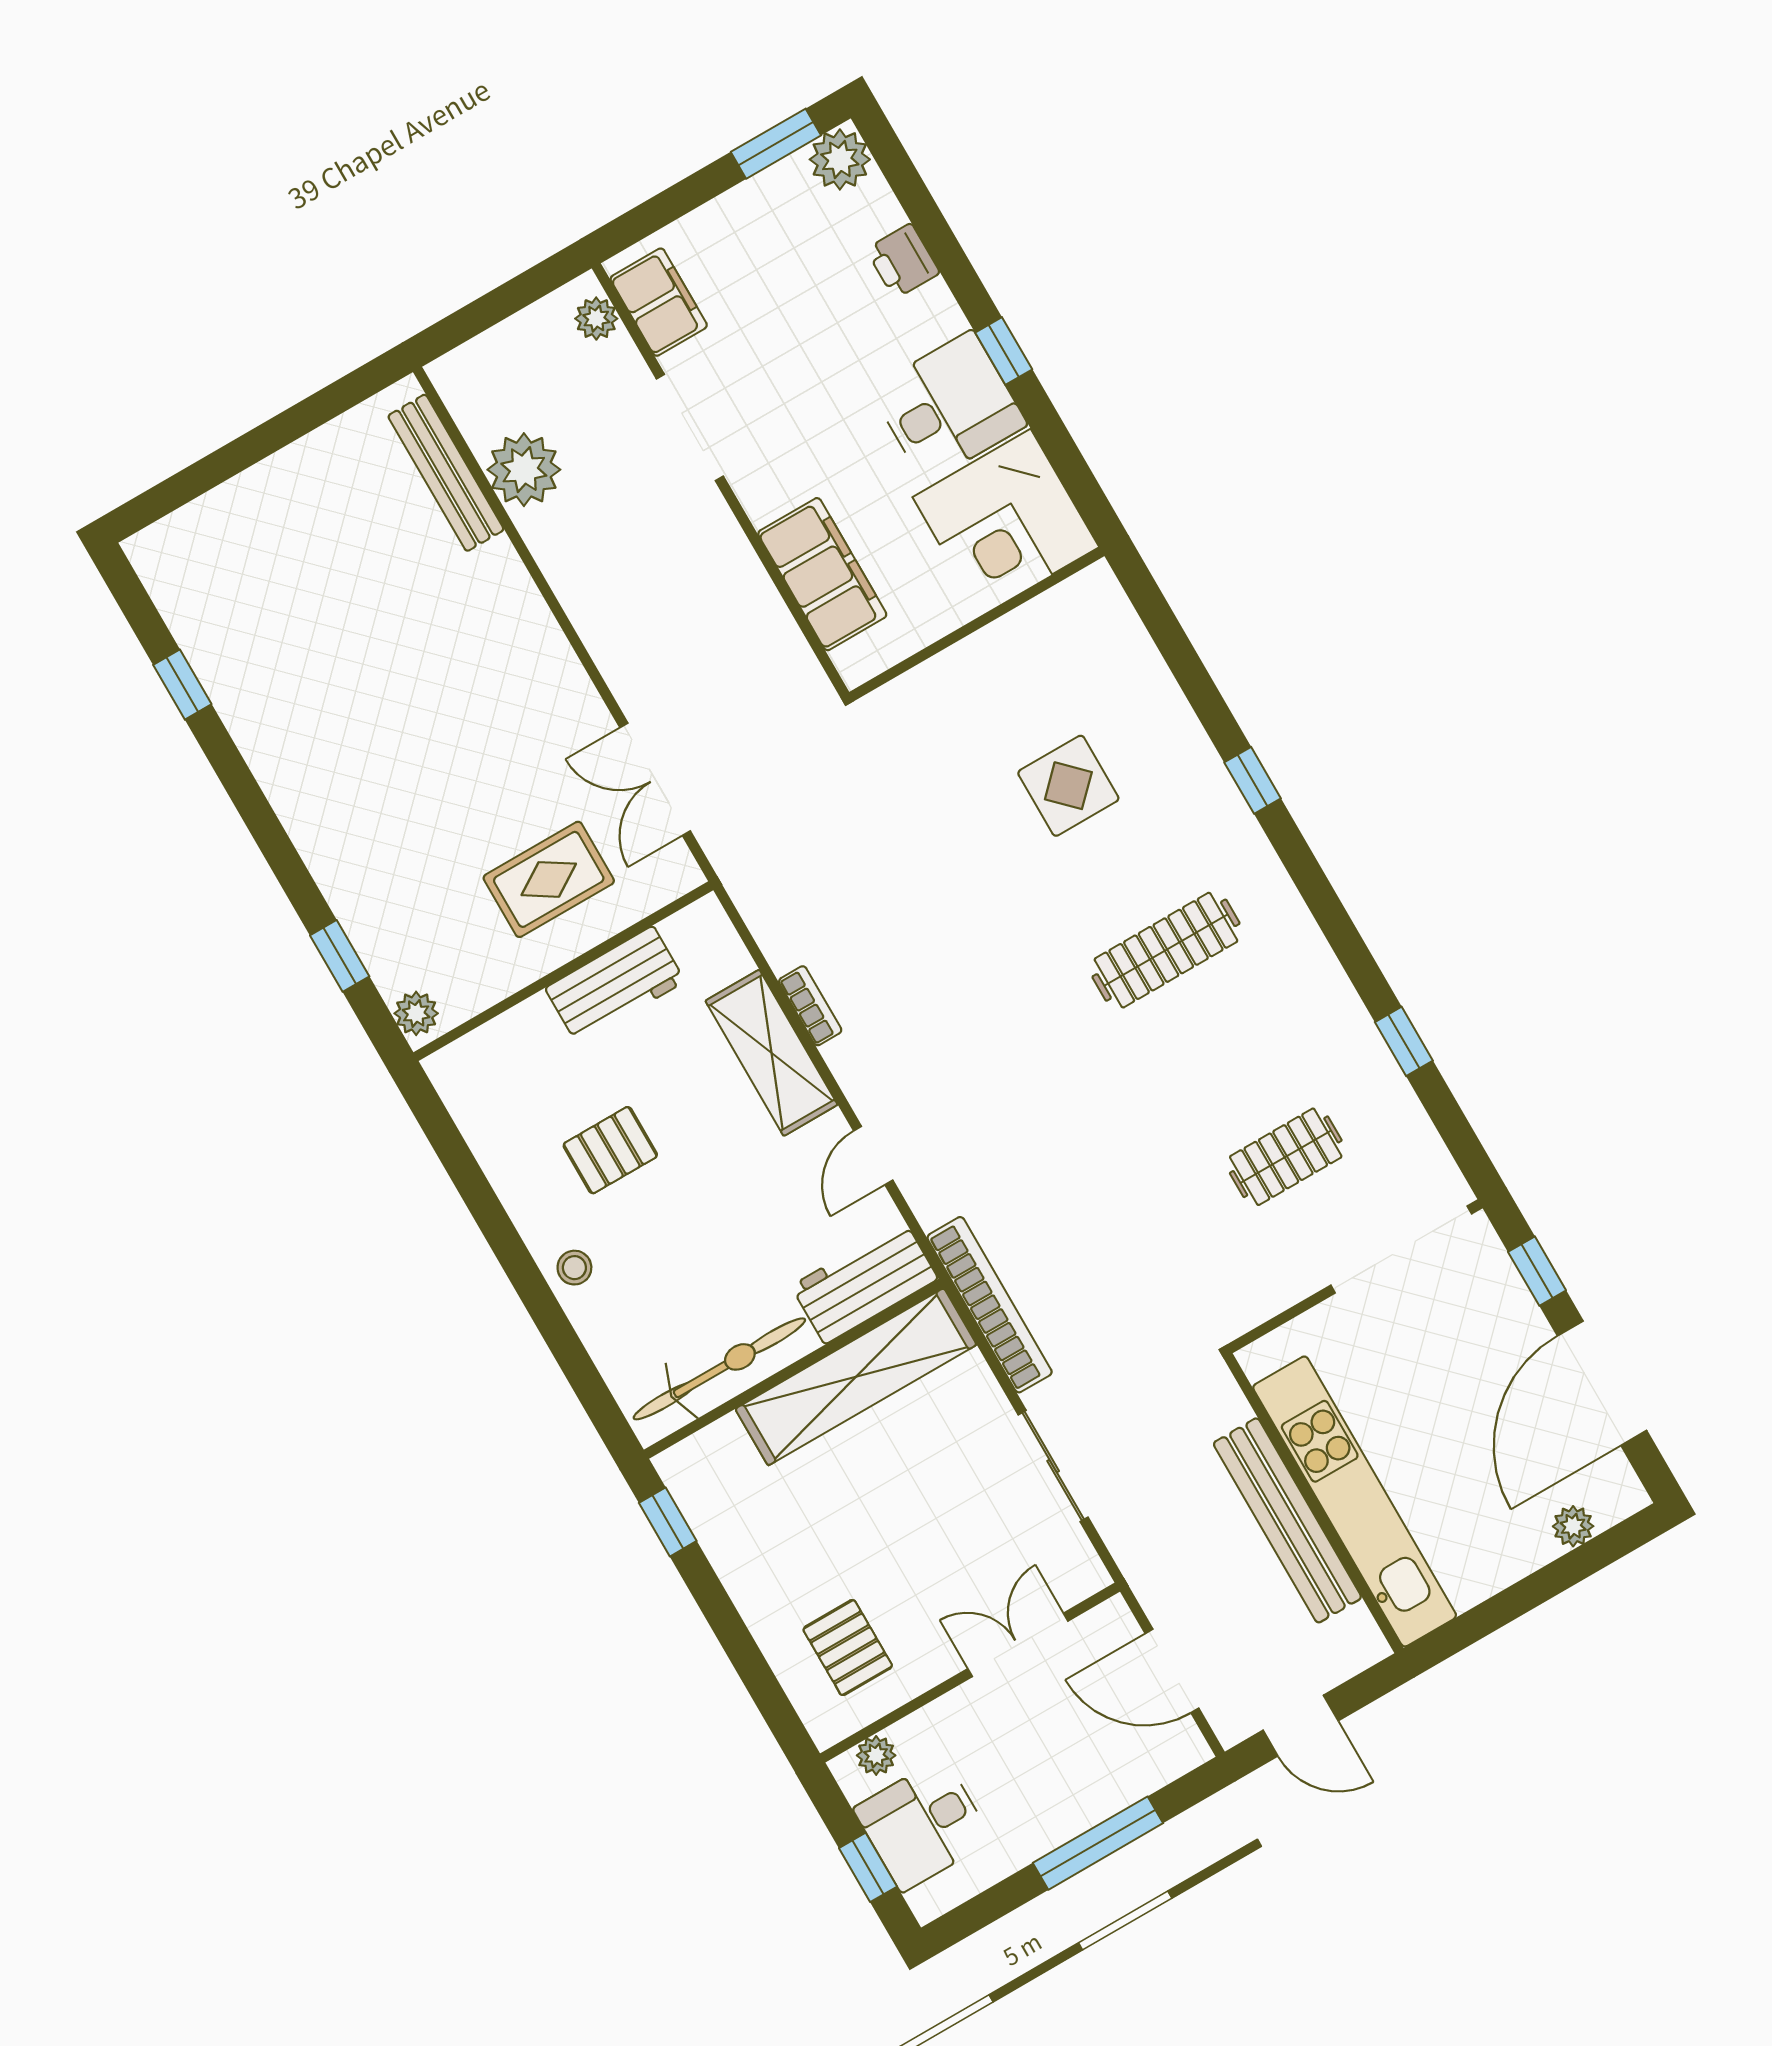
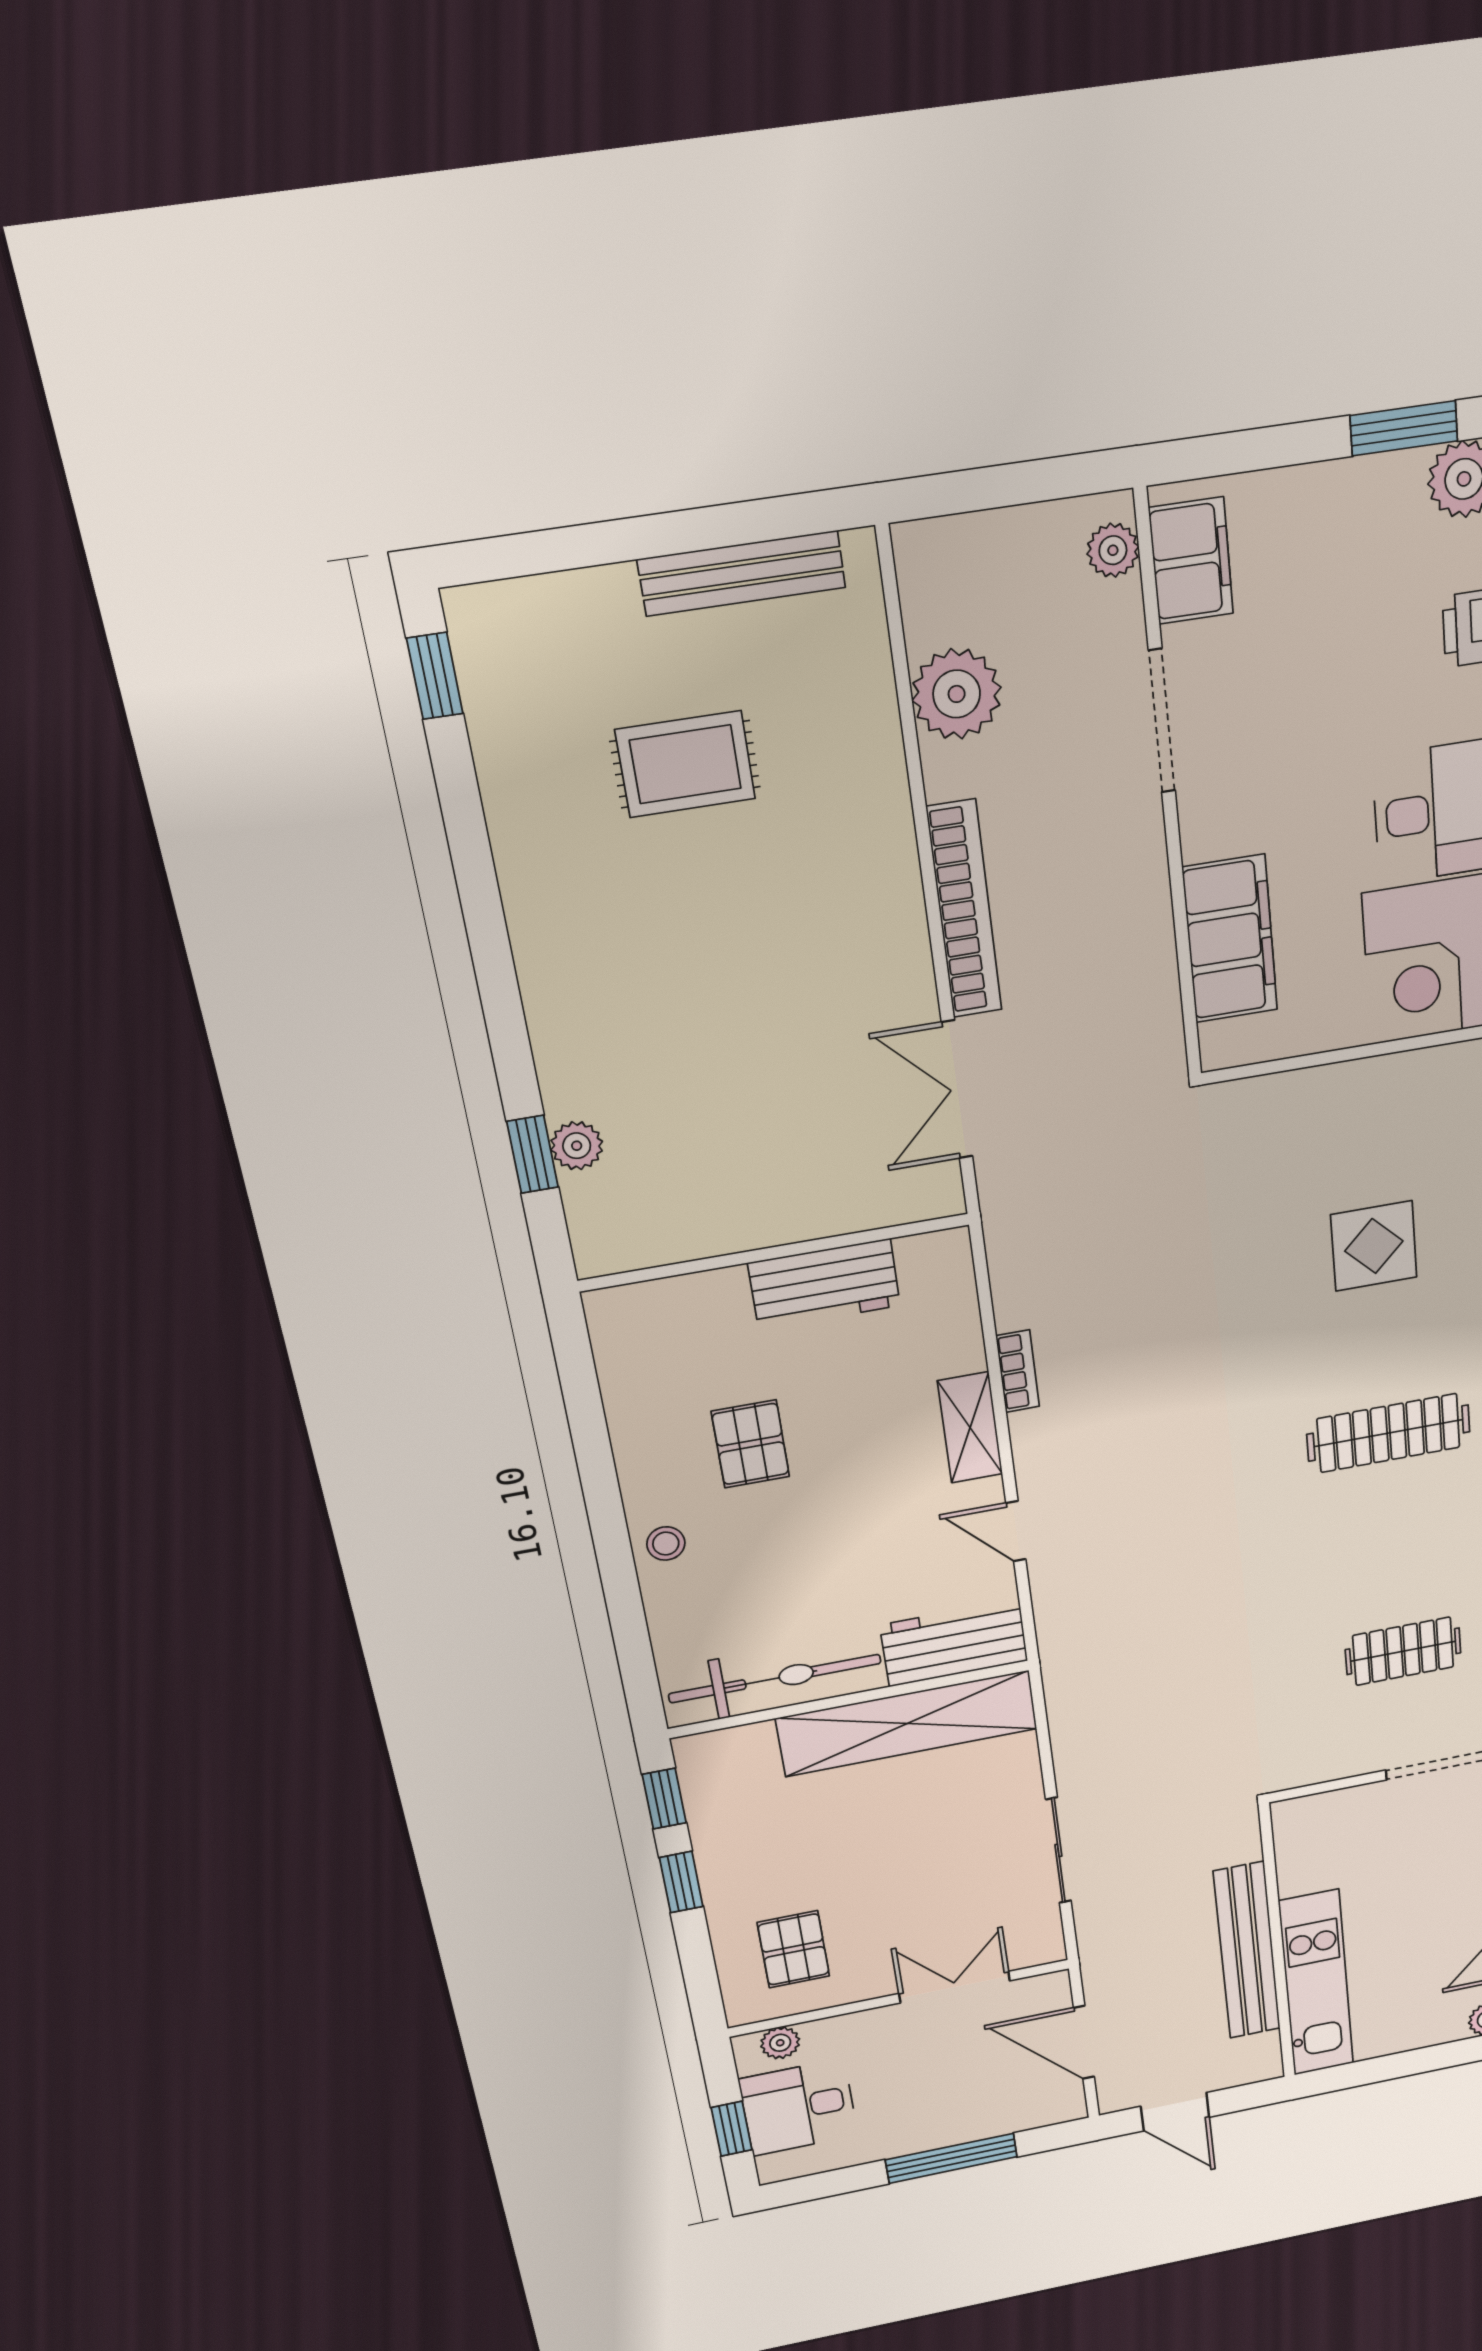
bench: (446, 473) -> (742, 573), moved, turned 90
window: (182, 685) -> (435, 676), moved
rug: (549, 879) -> (685, 764), moved
plant: (416, 1013) -> (577, 1146), moved
shelving: (771, 1053) -> (970, 1428), width x0.67, depth x0.75
pallet: (610, 1150) -> (750, 1444), turned 90
door: (873, 1155) -> (1016, 1531), hinge flipped
bookcase: (990, 1305) -> (964, 909), moved
kitchen unit: (1355, 1501) -> (1316, 1983), width x0.73
window: (716, 1605) -> (681, 1882), added

